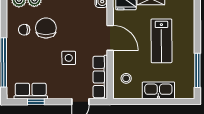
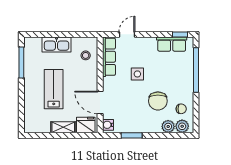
chair: (24, 30) -> (181, 109), moved
door: (110, 38) -> (100, 102), moved
window: (36, 102) -> (180, 34), moved

